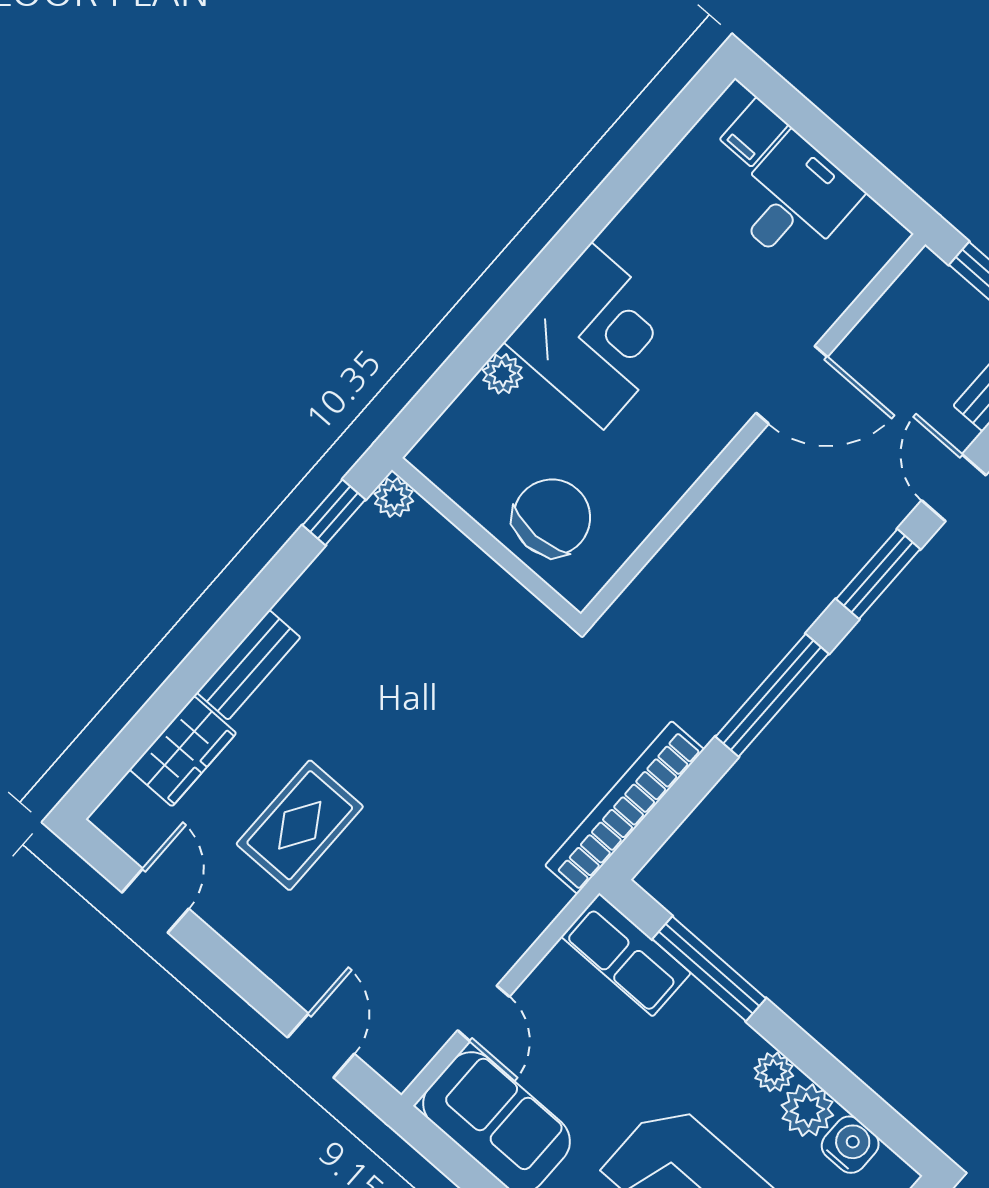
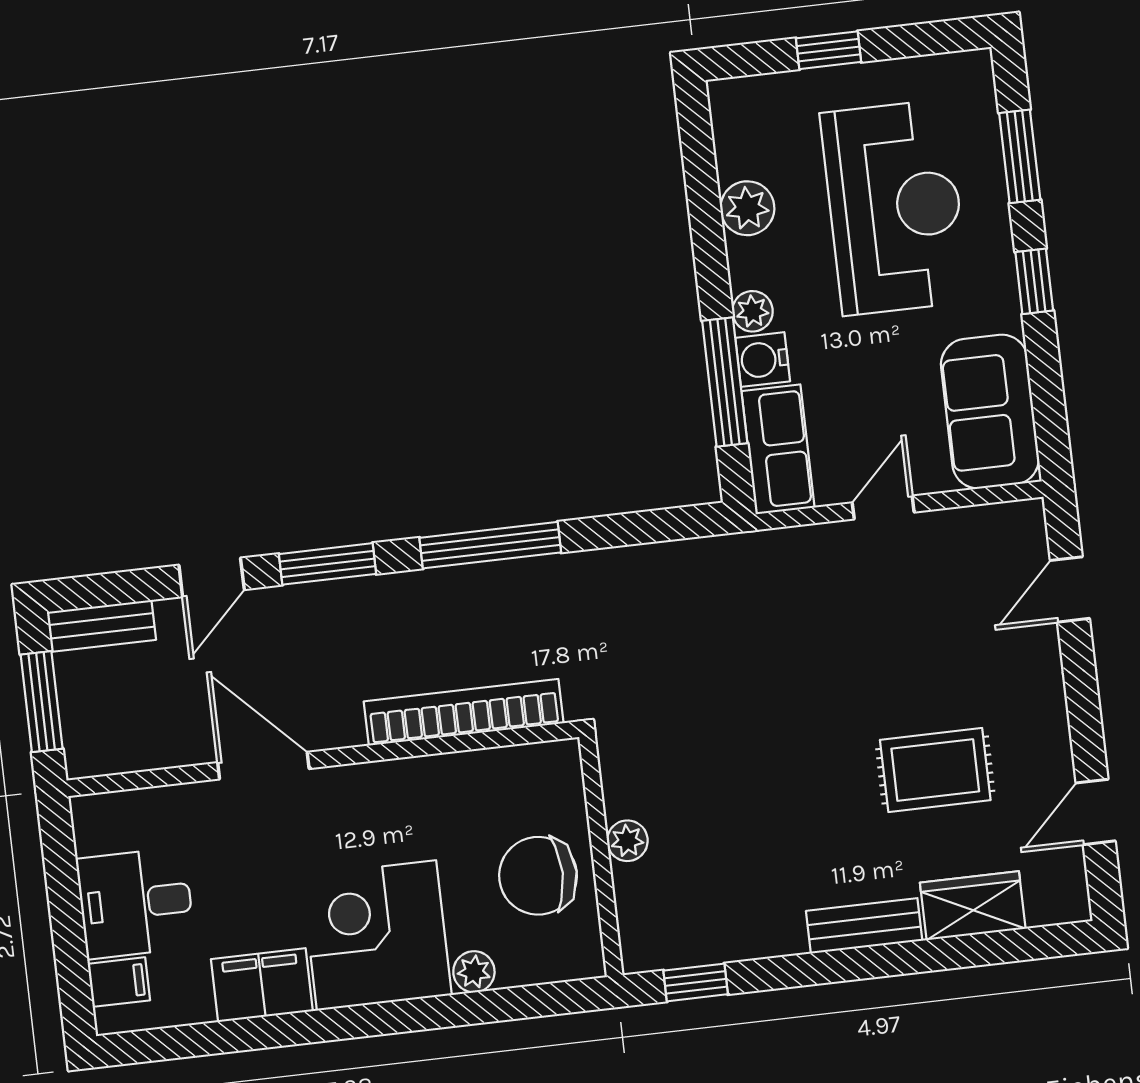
filing cabinet: (648, 224) -> (262, 985), added
plant: (394, 497) -> (627, 841), moved
chair: (552, 518) -> (538, 876), moved
bookcase: (625, 807) -> (464, 712), moved, turned 180
door: (483, 1014) -> (883, 507), moved
plant: (774, 1072) -> (752, 311), moved
water cooler: (850, 1145) -> (763, 360), moved

